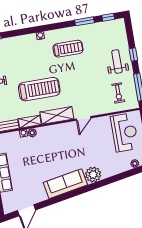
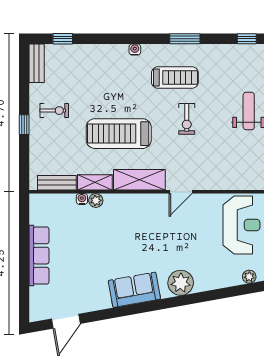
window: (84, 21) -> (185, 39), moved
treadmill: (39, 89) -> (119, 134), turned 180
exercise bike: (118, 93) -> (187, 119), moved
sofa: (65, 184) -> (134, 290), width x0.73

